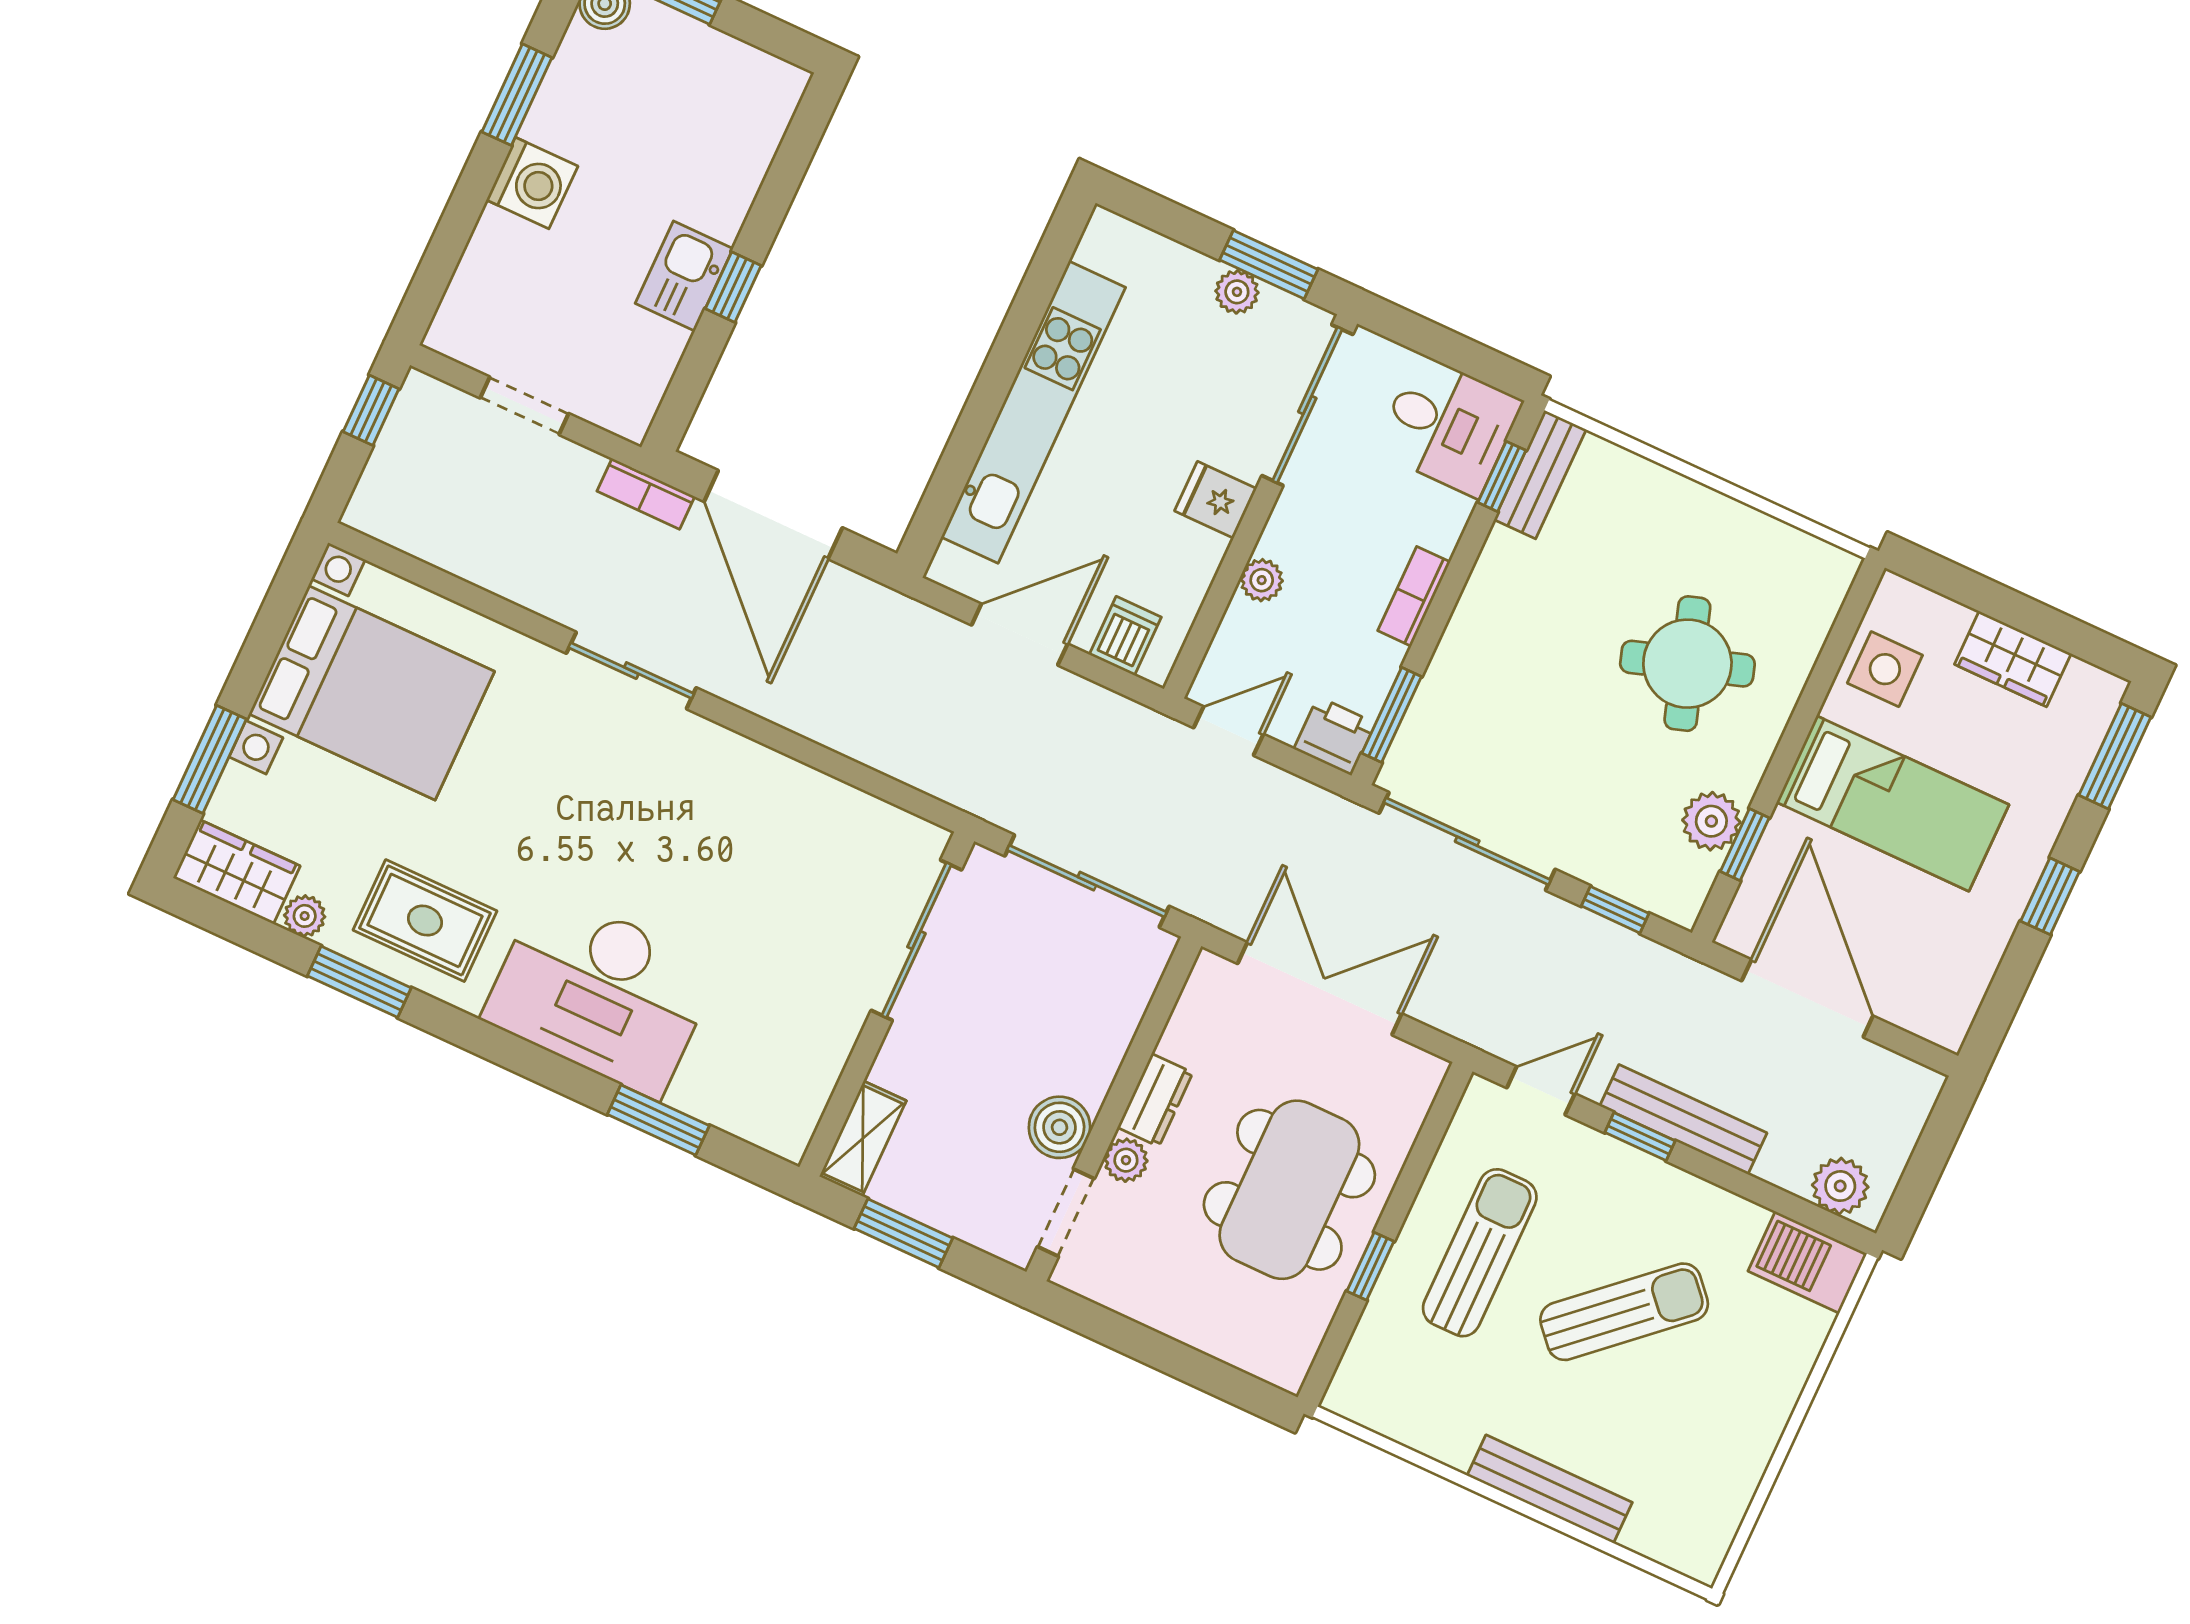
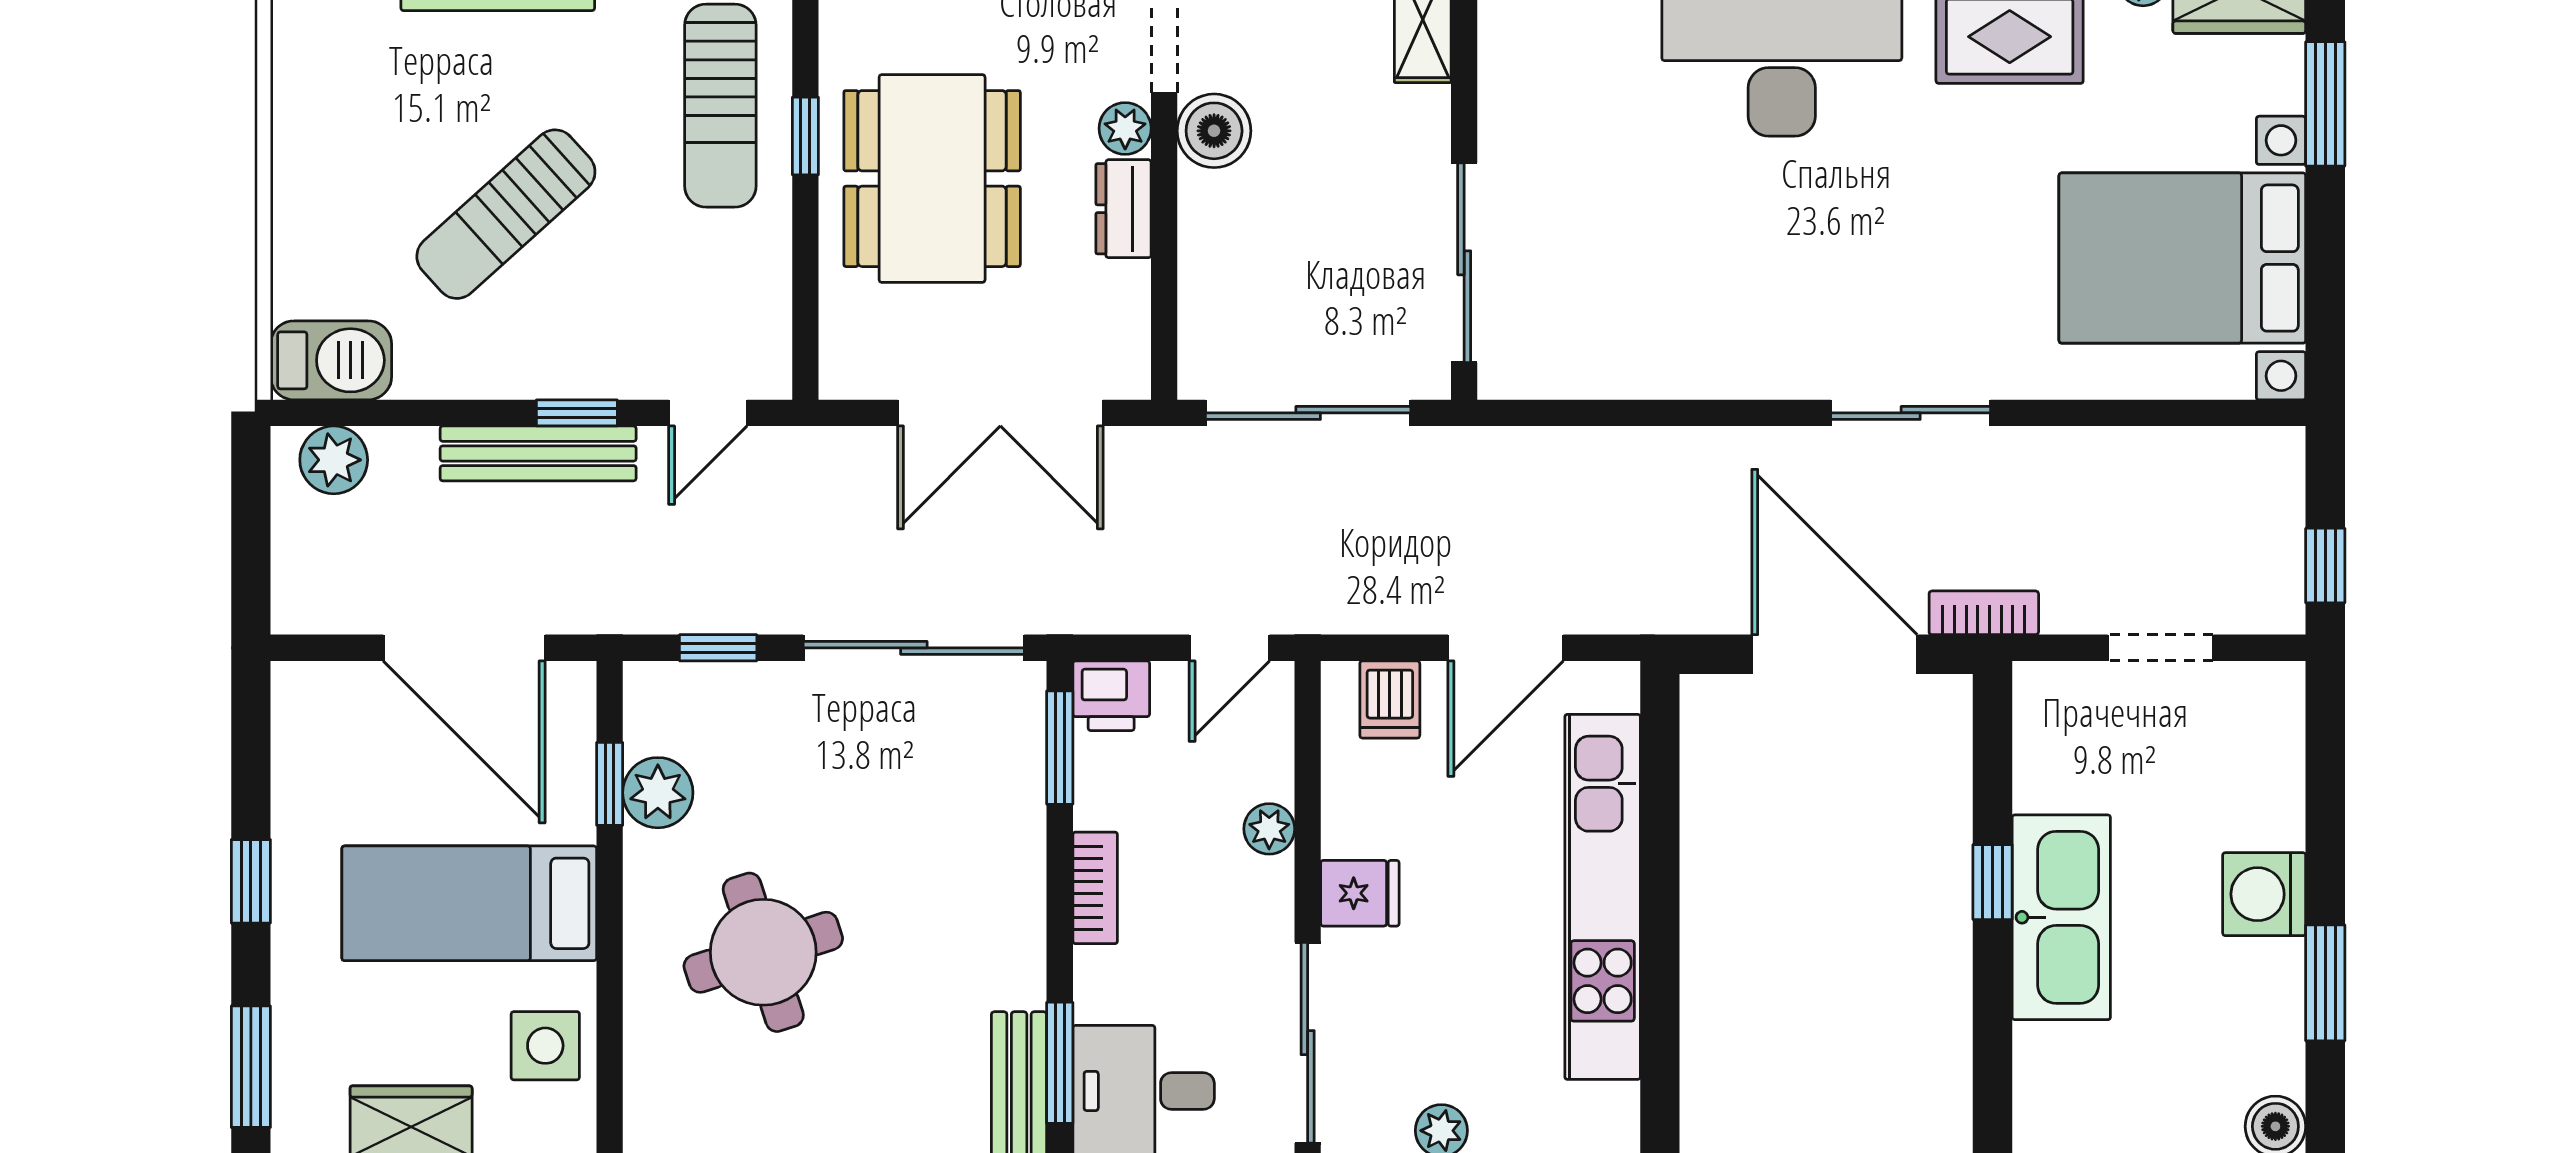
kitchen sink: (684, 276) -> (2061, 917), width x1.87, depth x1.24
window: (1502, 476) -> (1060, 1063), width x1.50
sun lounger: (1480, 1253) -> (720, 106), moved

